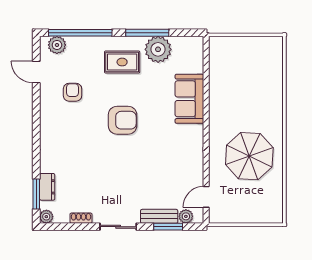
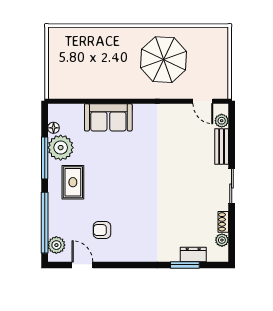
floor lamp: (179, 42) -> (54, 128), added
door: (36, 72) -> (82, 265), swing flipped
armchair: (123, 120) -> (129, 182), removed
window: (36, 194) -> (185, 265), moved
plant: (46, 217) -> (222, 240), moved
window: (168, 227) -> (232, 138), removed

